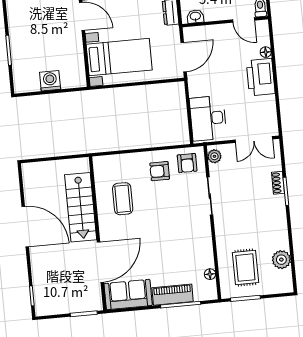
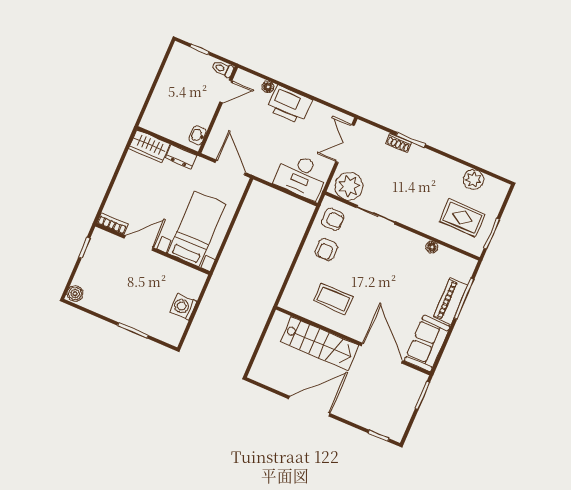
double door: (254, 140) -> (345, 144), swing flipped
plant: (214, 156) -> (349, 186), width x1.88, depth x1.88
floor lamp: (210, 274) -> (432, 247), moved

